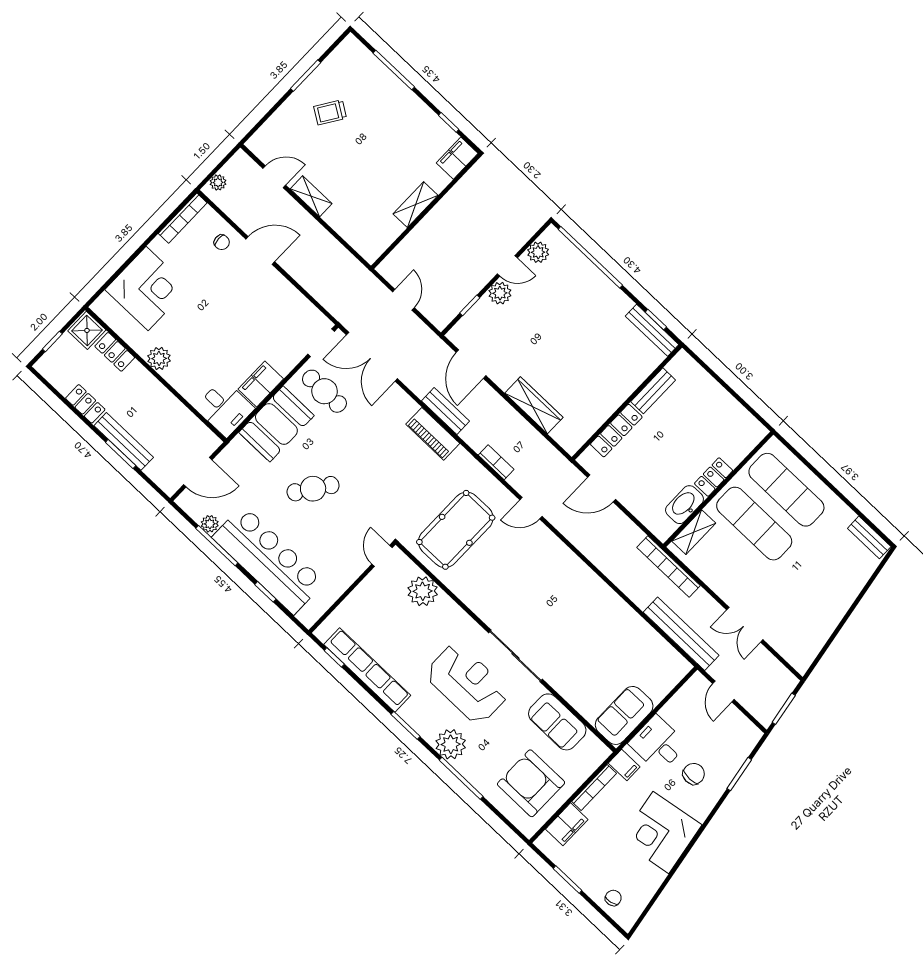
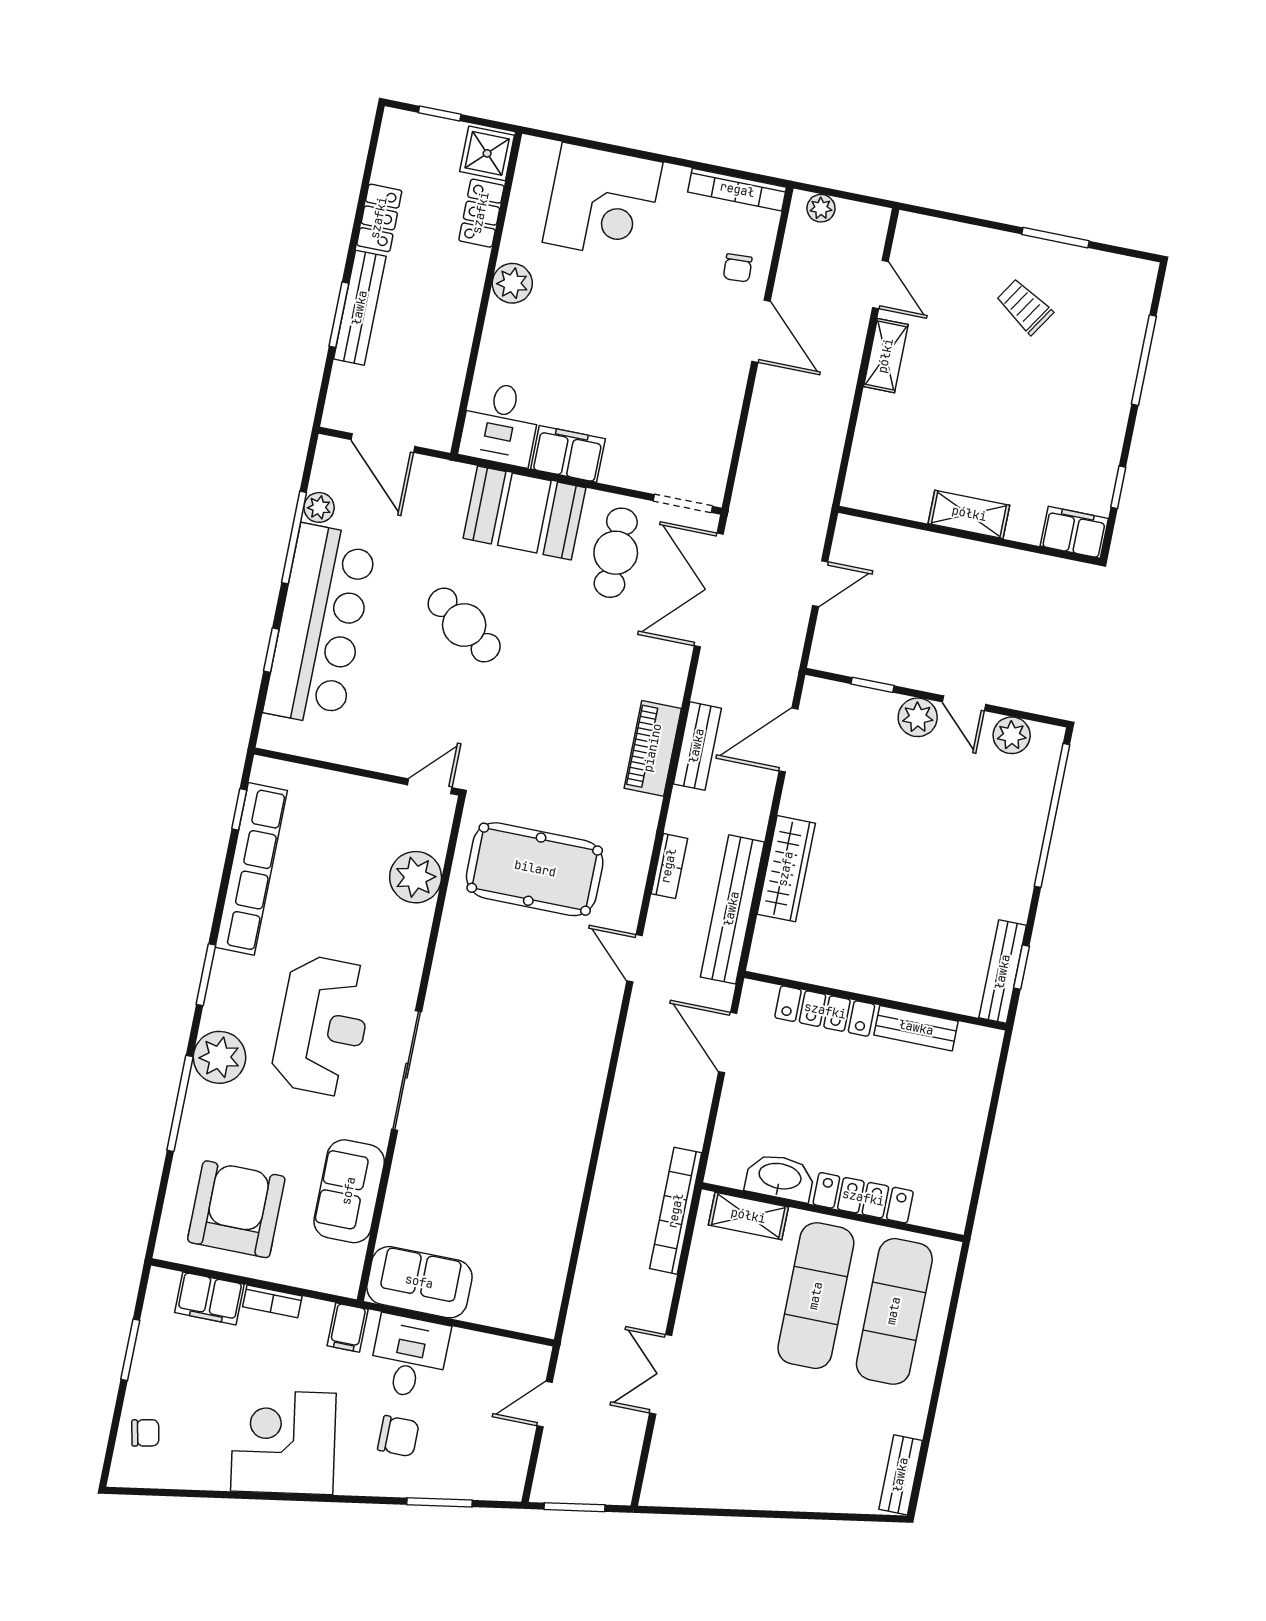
locker: (714, 477) -> (863, 1198), width x1.53
bench: (681, 634) -> (732, 909), moved
bookcase: (594, 787) -> (272, 1301), width x0.64

